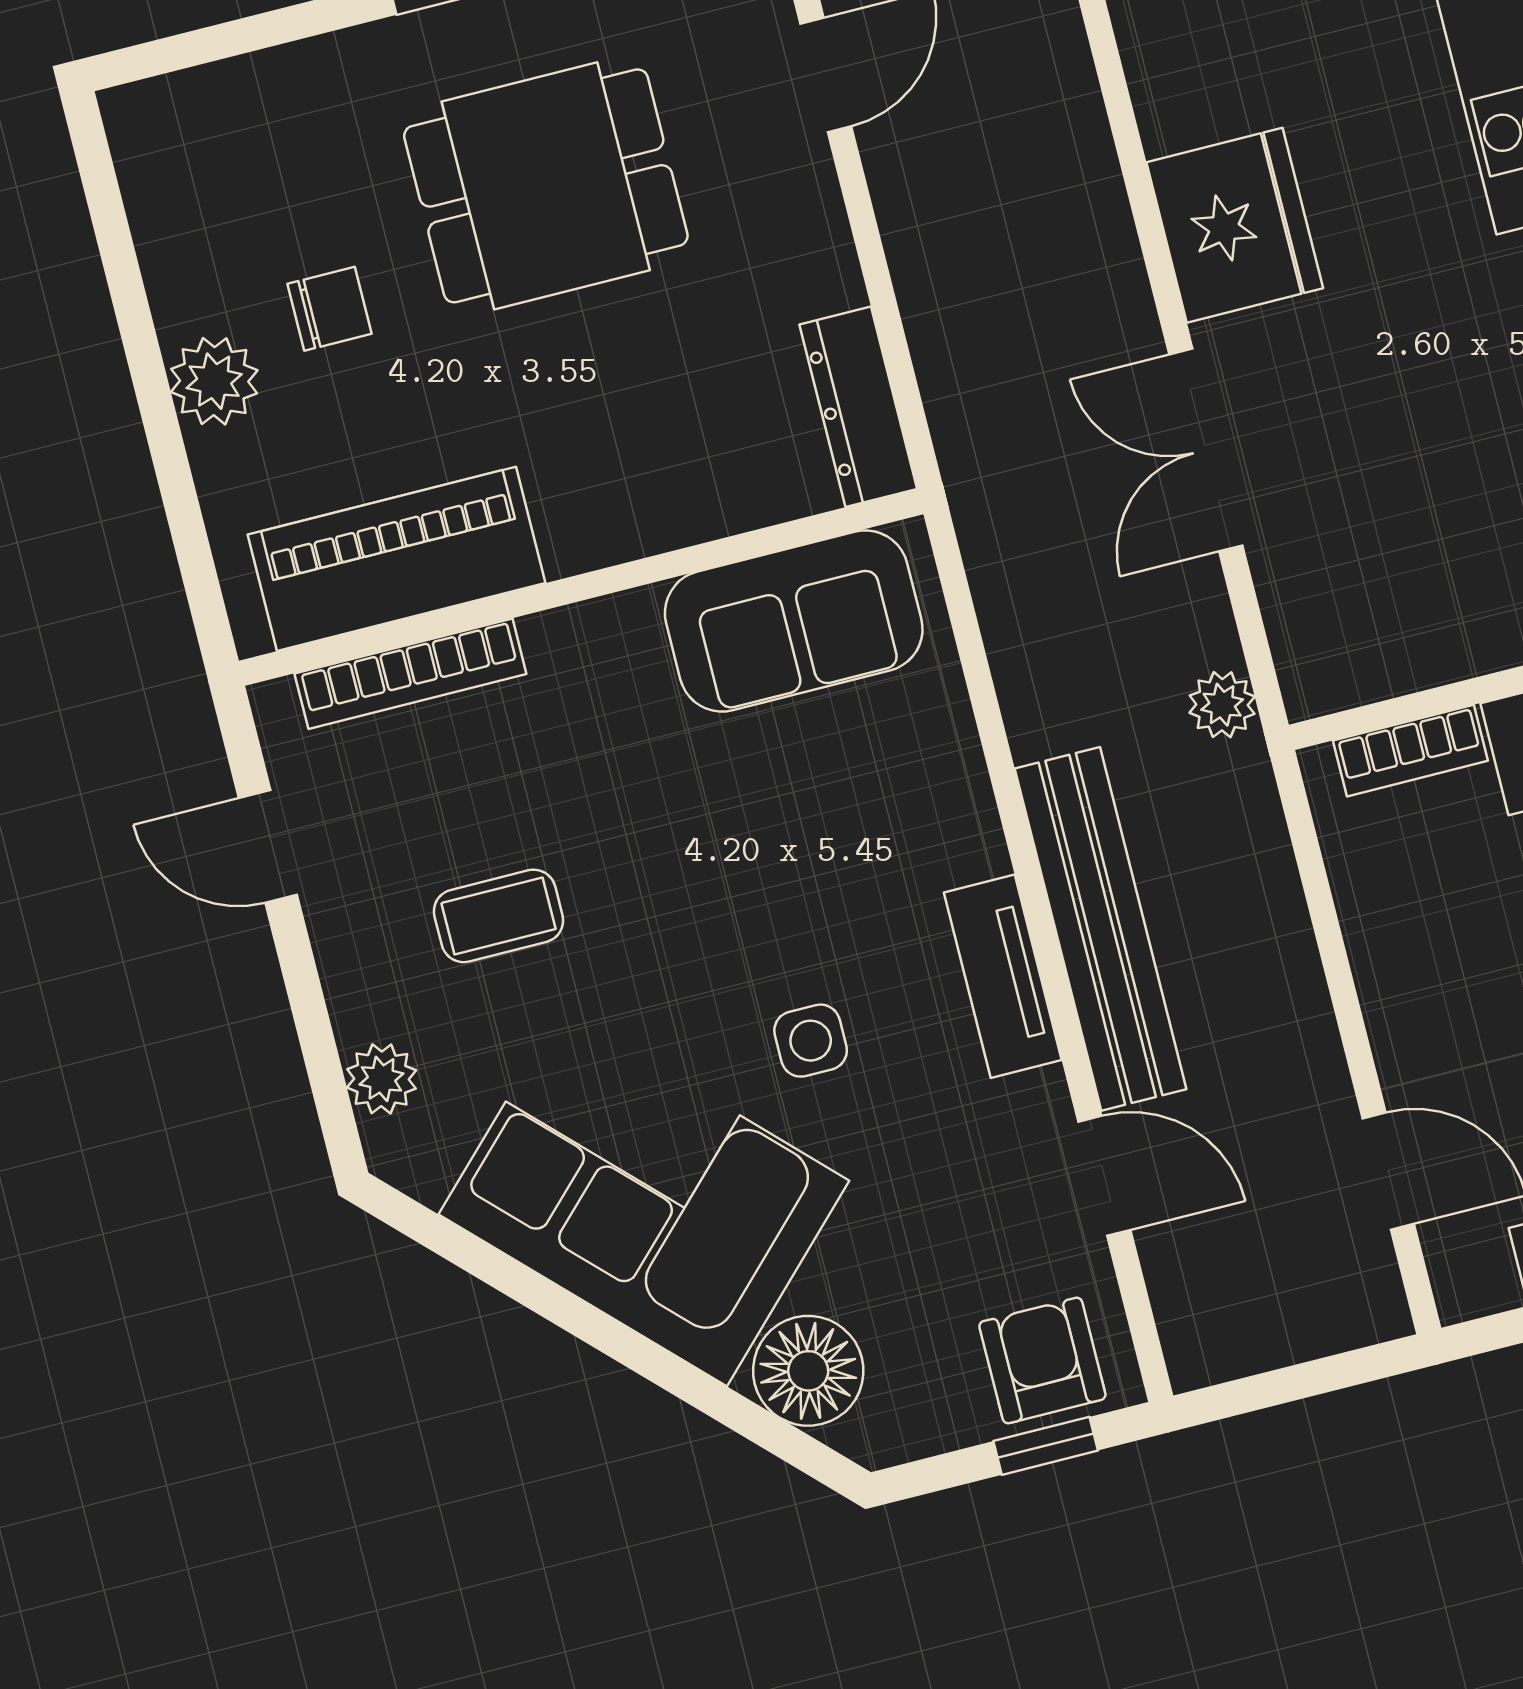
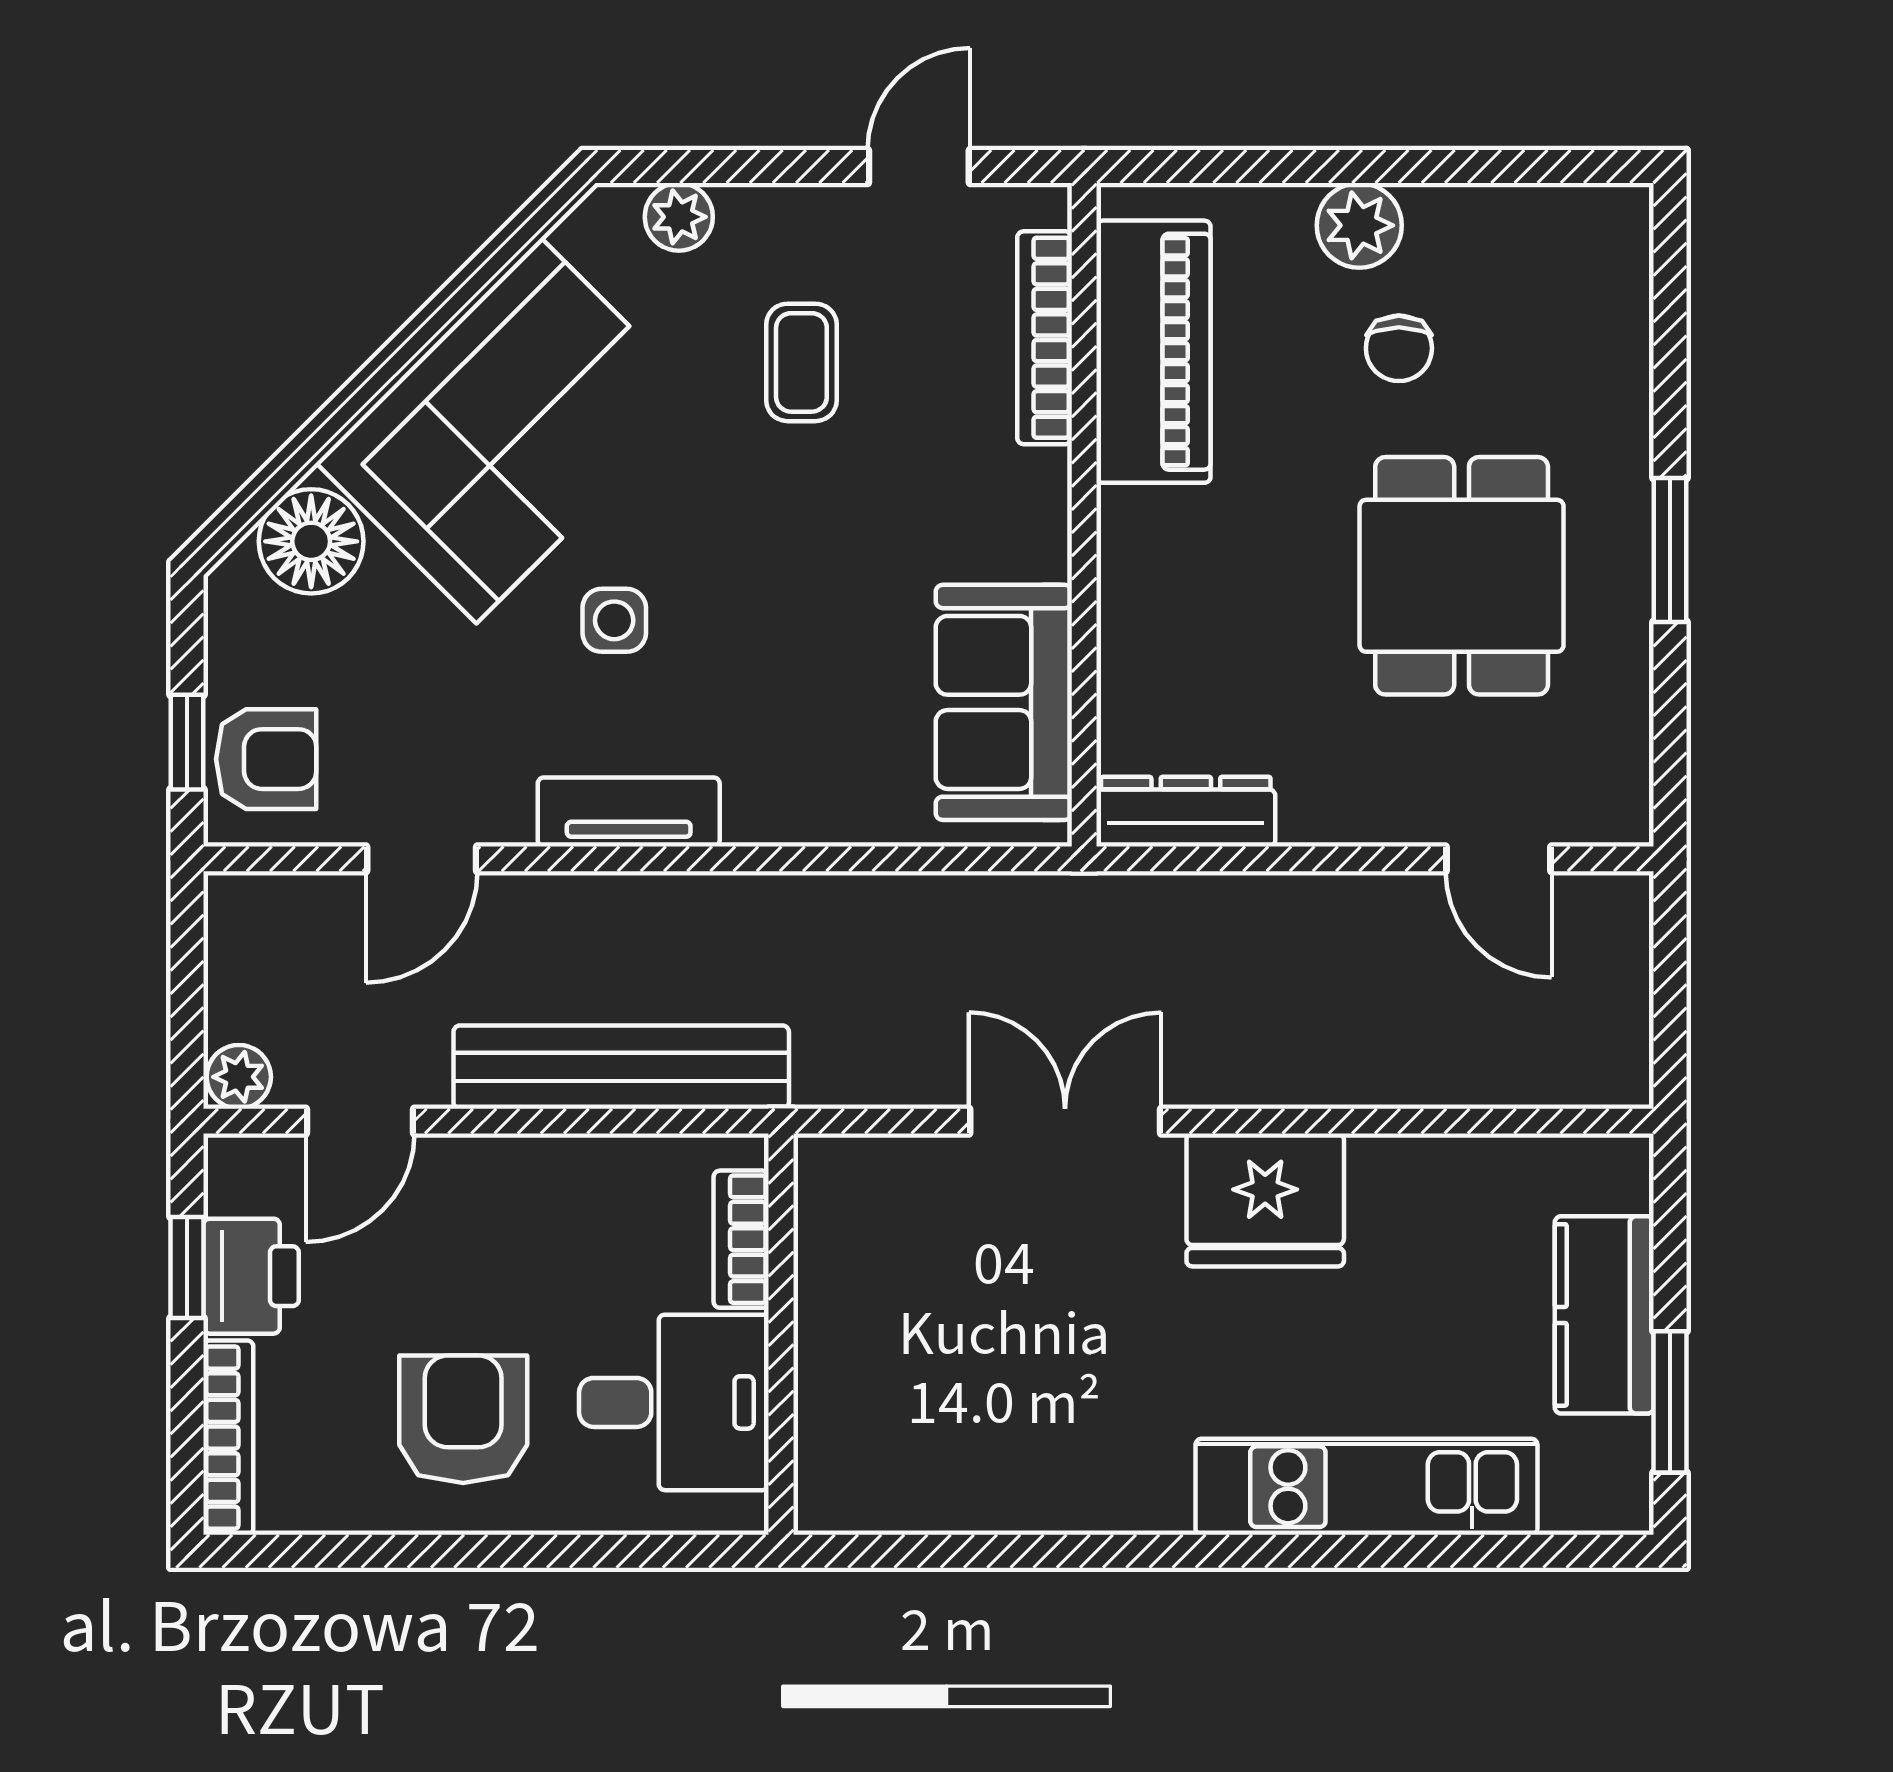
plant: (1222, 705) -> (239, 1077), moved
bench: (1101, 929) -> (621, 1067), moved

